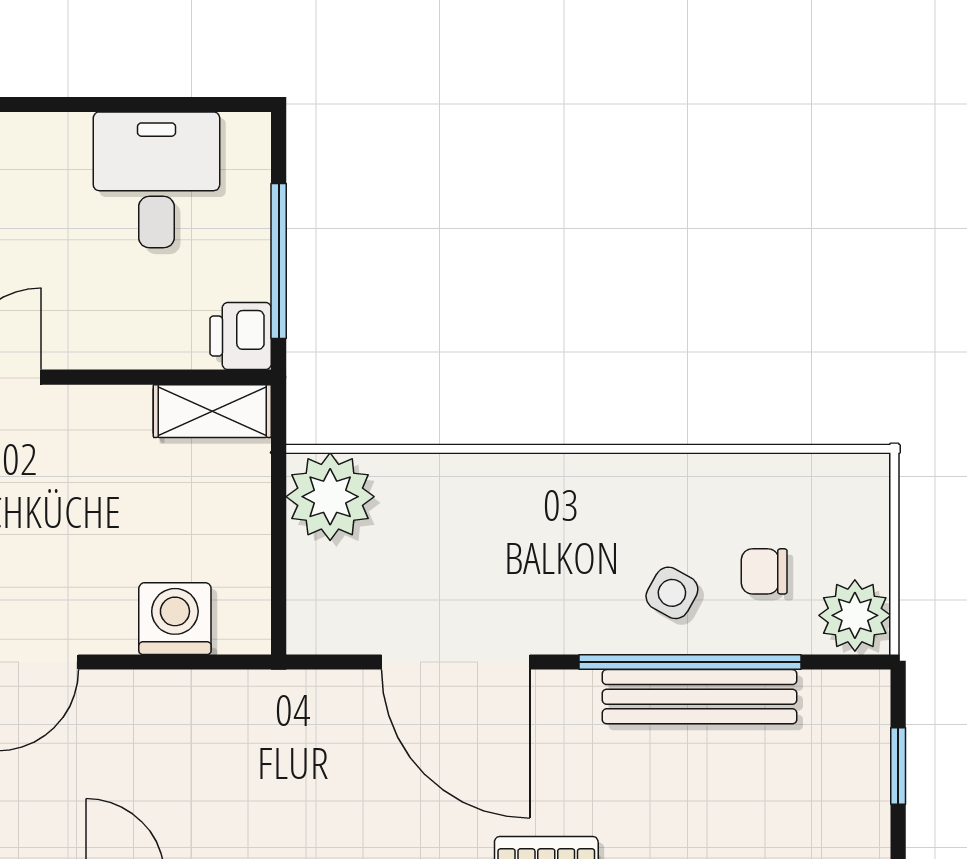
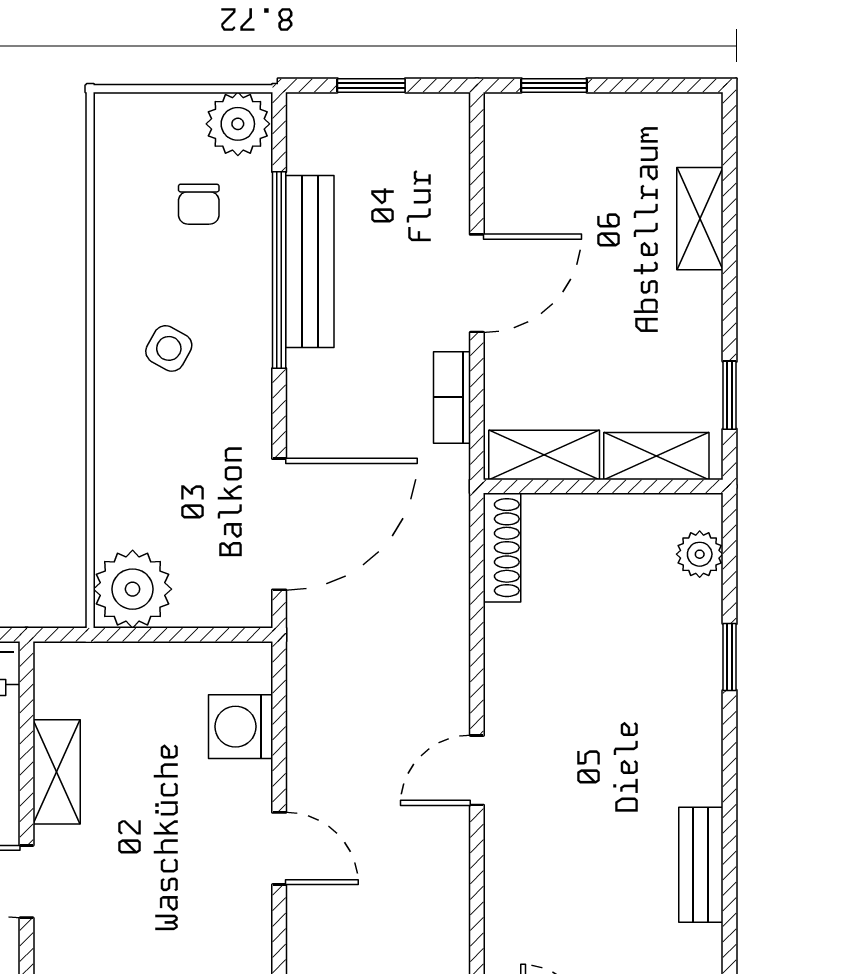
shelving: (212, 411) -> (57, 772), moved
side table: (672, 593) -> (169, 348), moved
door: (456, 662) -> (279, 524), moved

